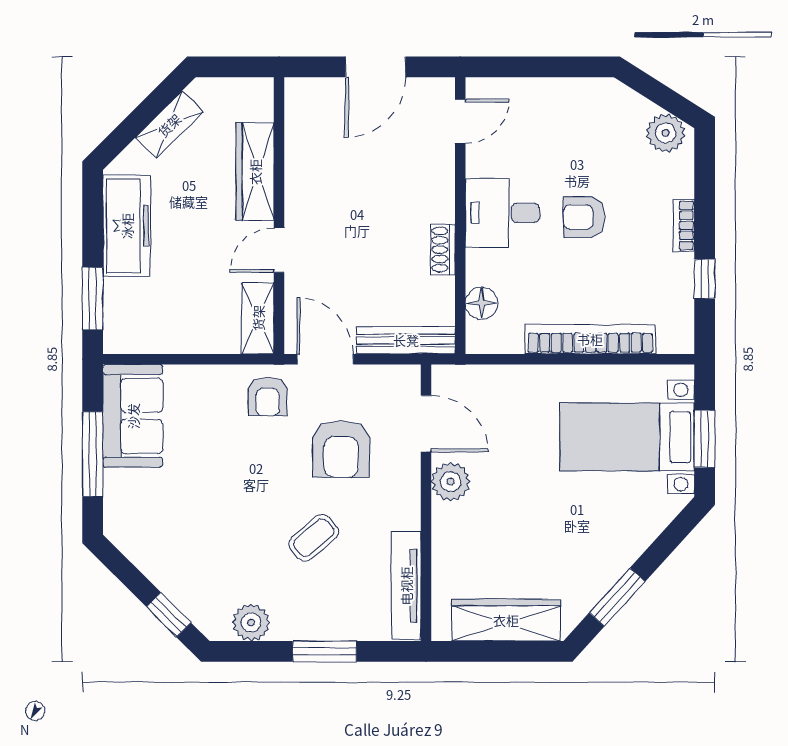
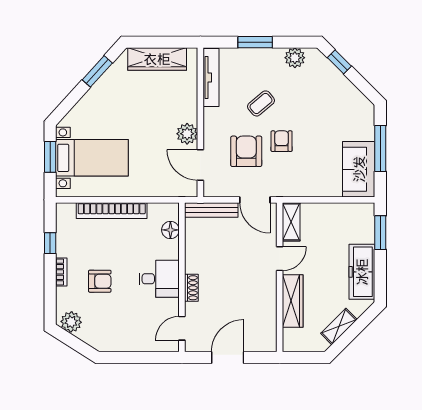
armchair: (584, 217) -> (100, 281), moved
shoe rack: (443, 249) -> (191, 288), moved
armchair: (268, 397) -> (282, 141), moved

